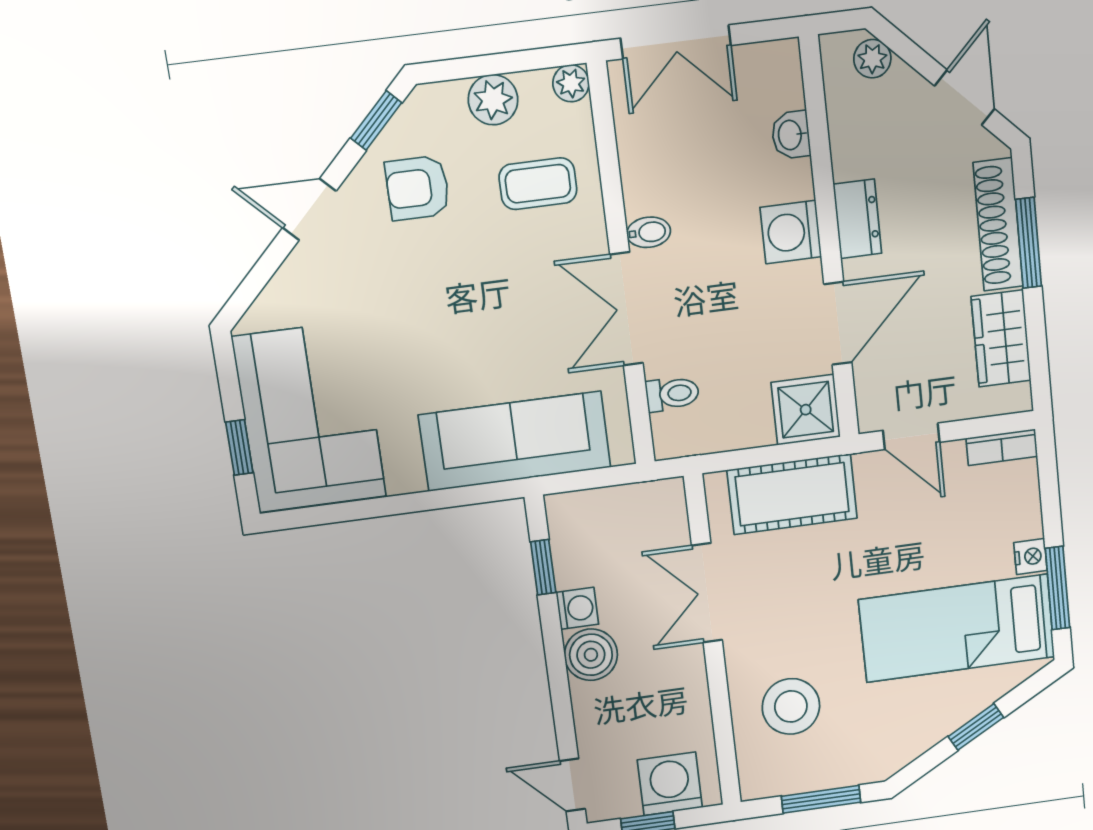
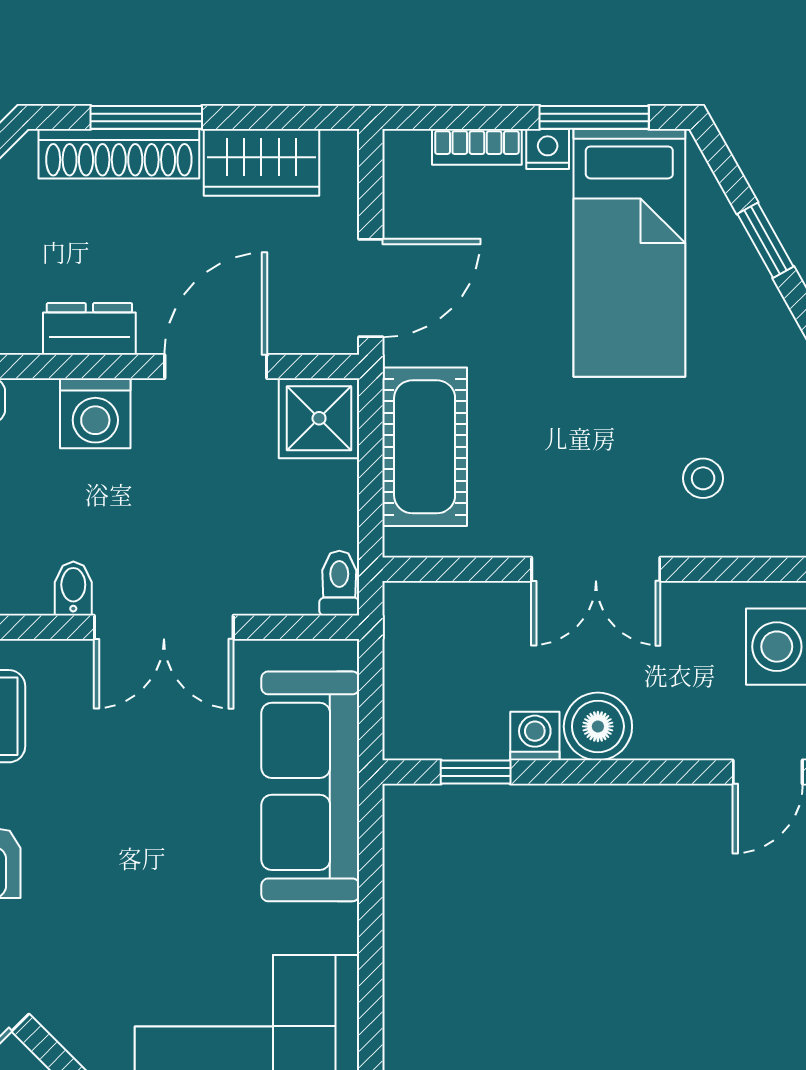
door: (838, 323) -> (216, 367), hinge flipped
toilet: (672, 394) -> (339, 583), moved
door: (911, 436) -> (371, 288), width x1.37
bookcase: (1002, 447) -> (477, 147), moved, turned 90
double door: (707, 593) -> (596, 569), moved
stool: (791, 706) -> (703, 478), width x0.53, depth x0.53

